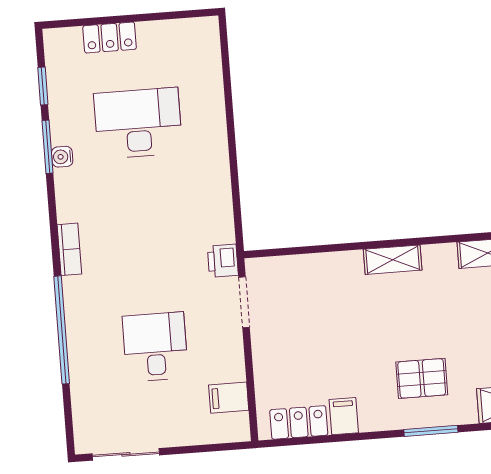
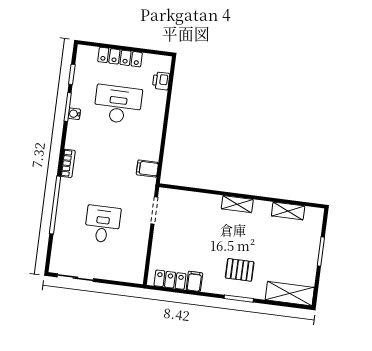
locker: (110, 38) -> (120, 57), width x1.53
printer: (223, 261) -> (161, 81), moved
filing cabinet: (229, 398) -> (147, 169), moved

